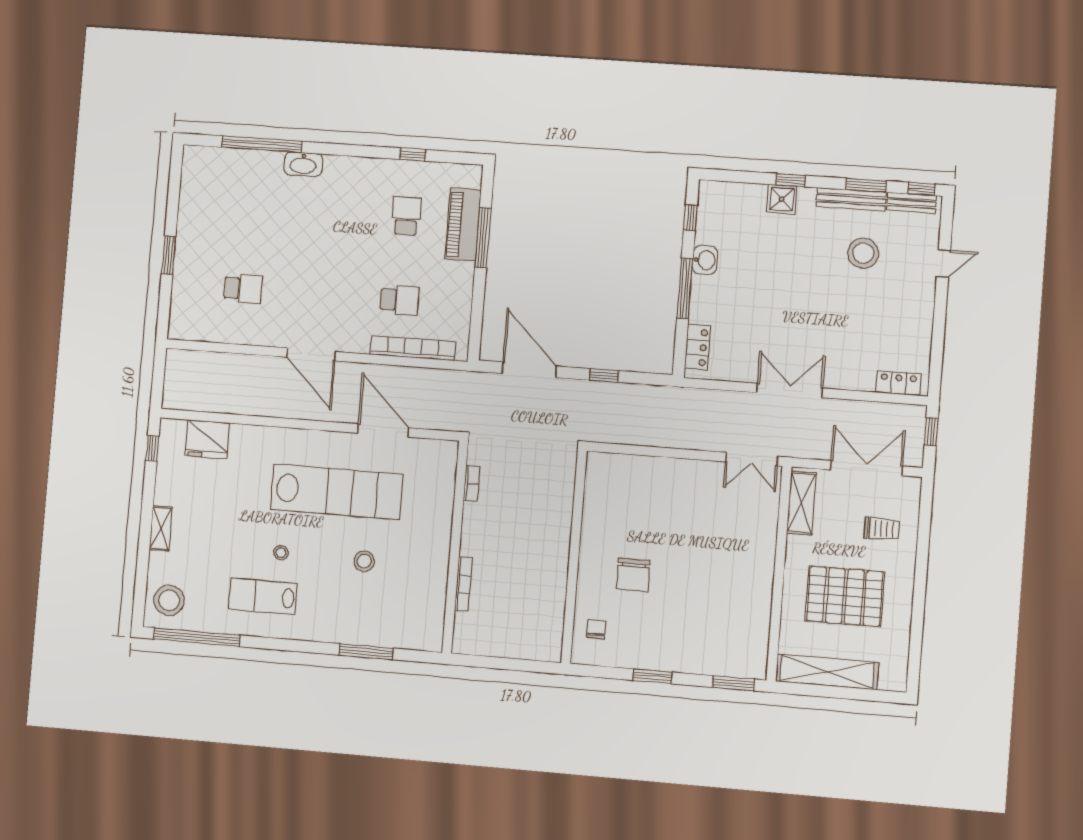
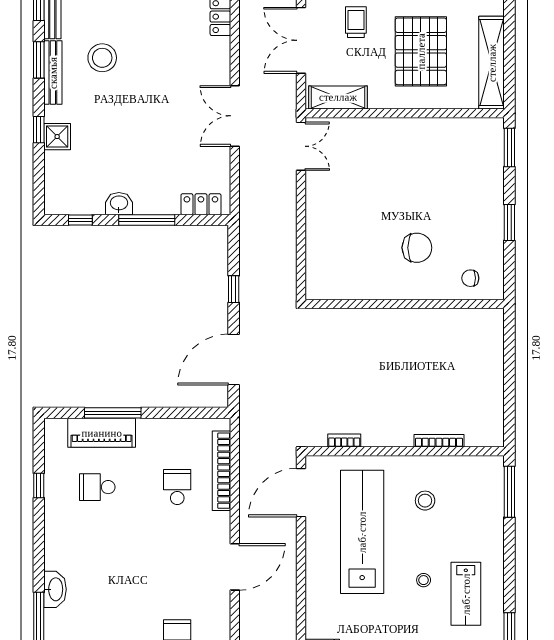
bookcase: (472, 483) -> (344, 440), moved
wall: (455, 547) -> (405, 451), moved
bookcase: (463, 584) -> (439, 441), moved

